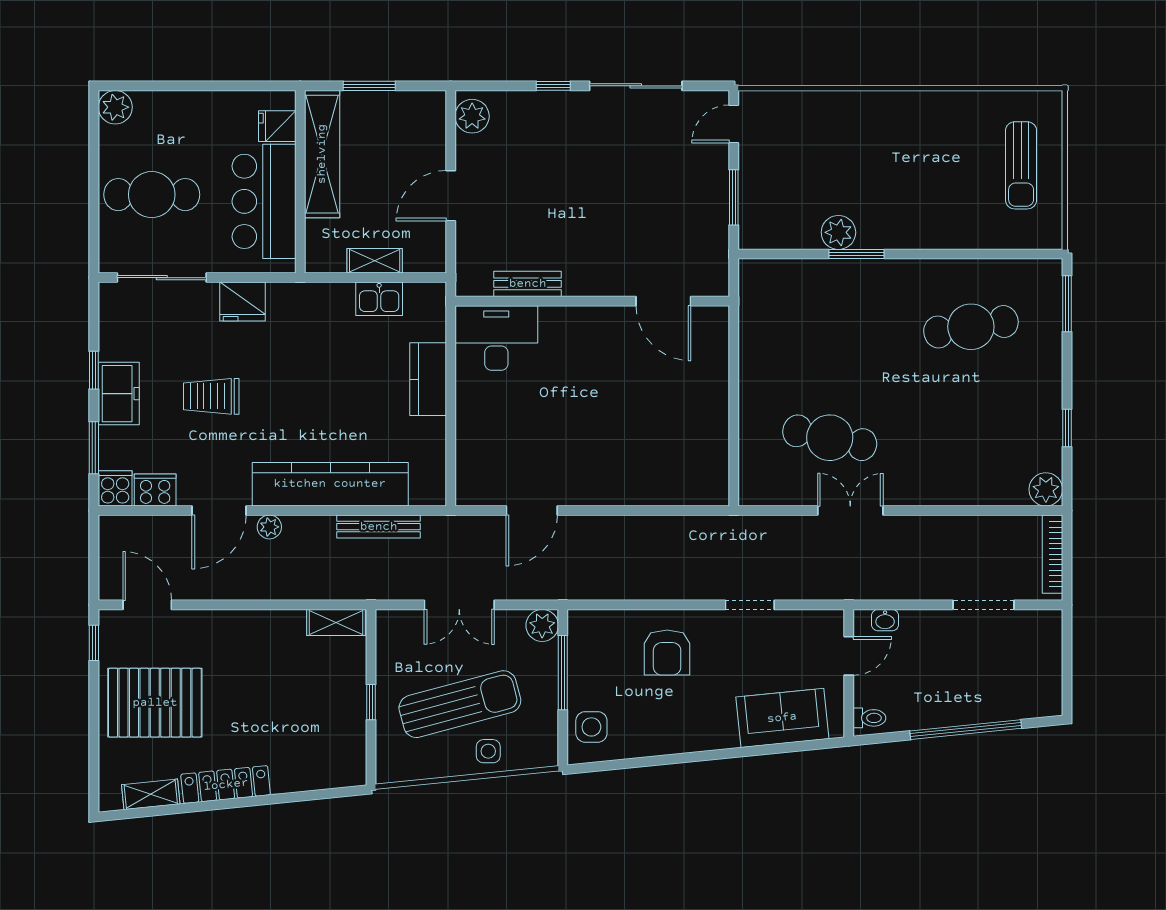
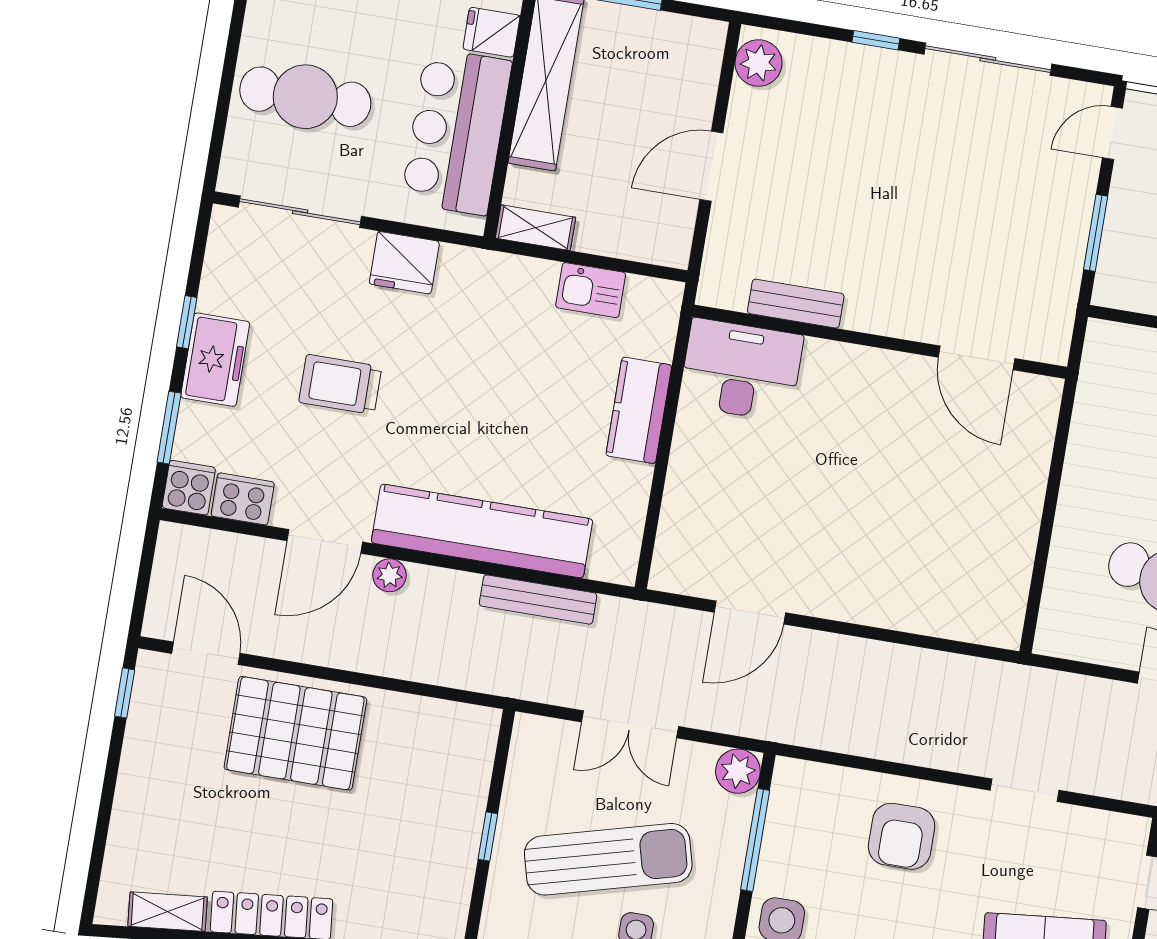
shelving: (375, 261) -> (536, 228), moved
shelving: (336, 622) -> (458, 720), removed
pallet: (155, 703) -> (295, 733), moved

